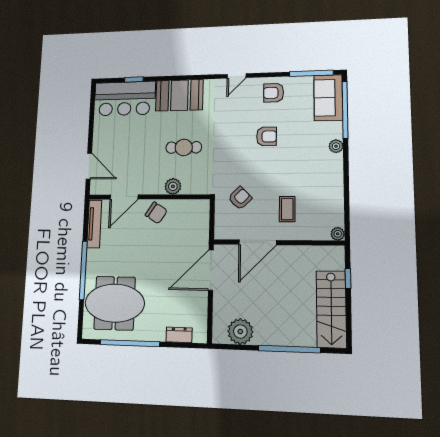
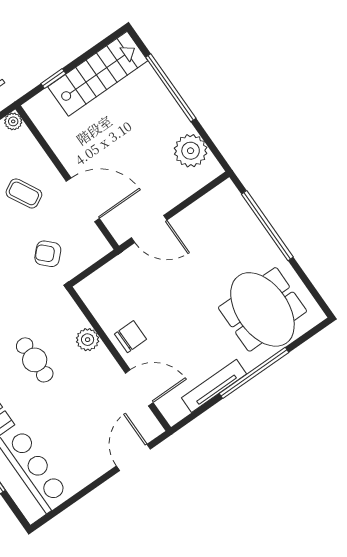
coffee table: (287, 209) -> (24, 193), turned 62
chair: (156, 213) -> (131, 337), turned 57
tv unit: (94, 224) -> (214, 386), moved
door: (211, 270) -> (149, 229), width x0.73
dresser: (179, 335) -> (243, 213), removed
window: (130, 343) -> (267, 226), moved

